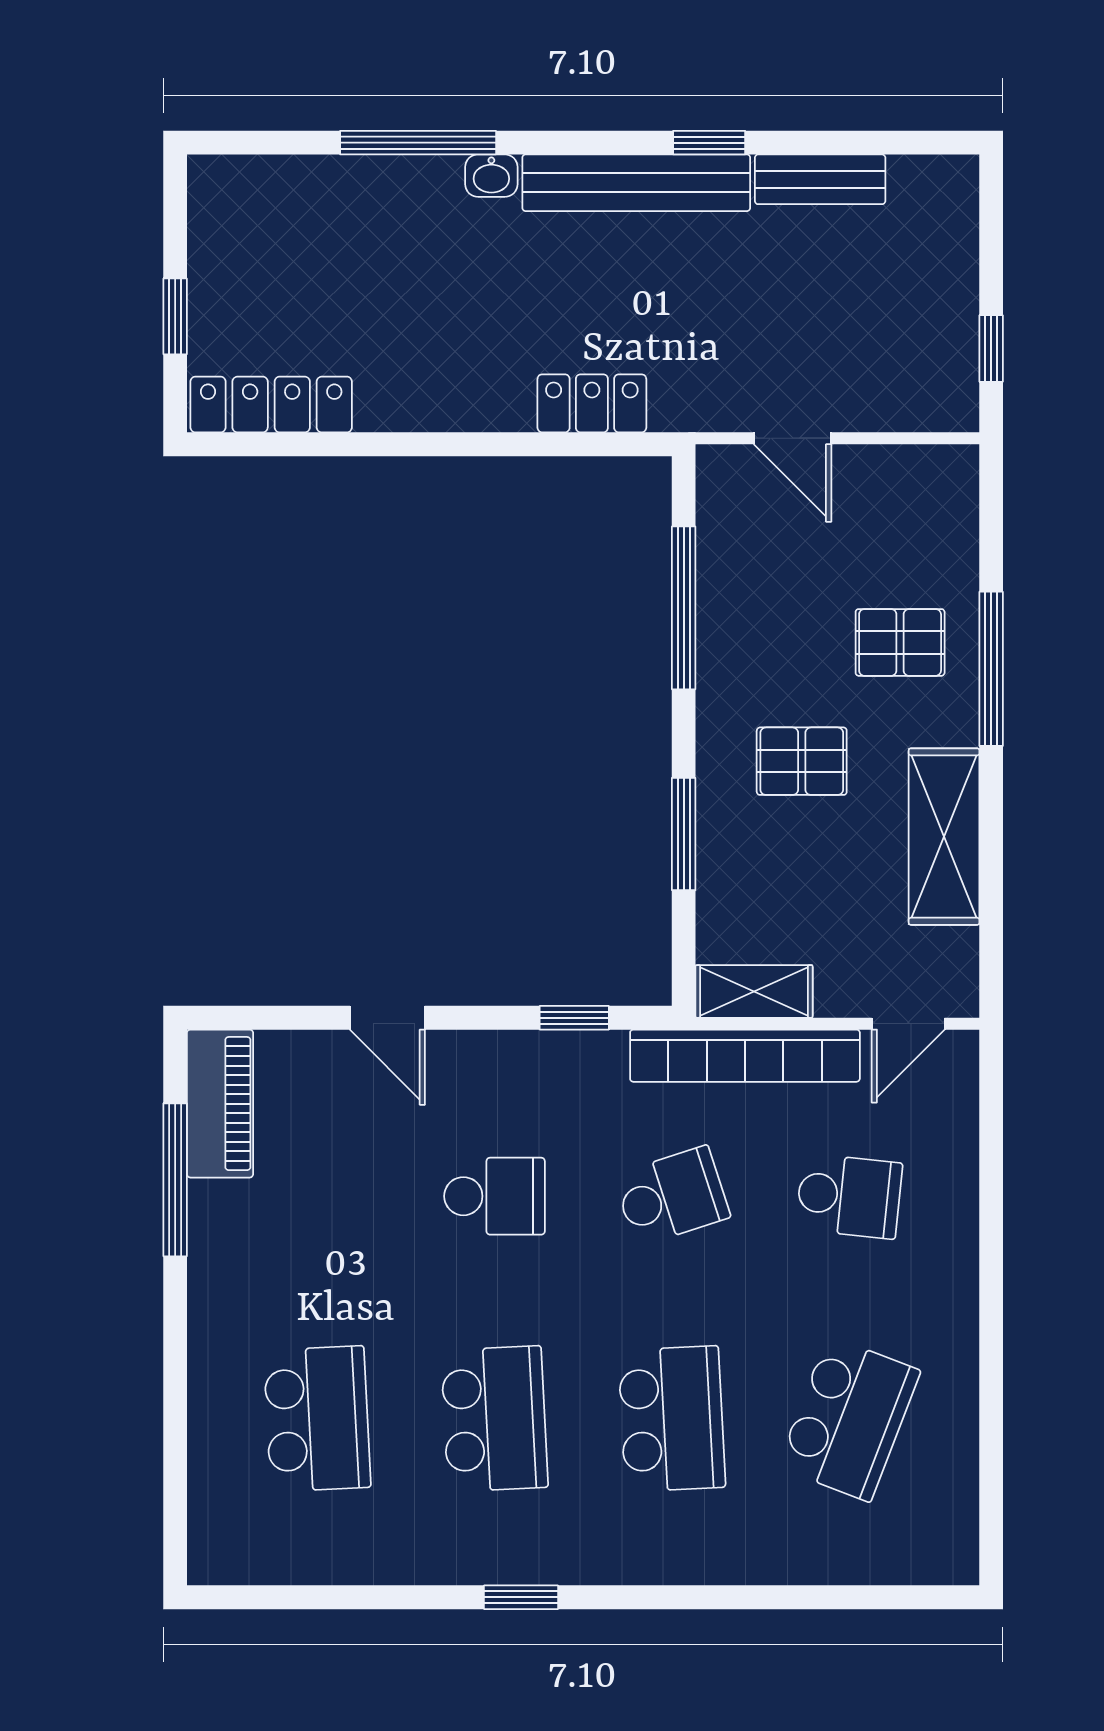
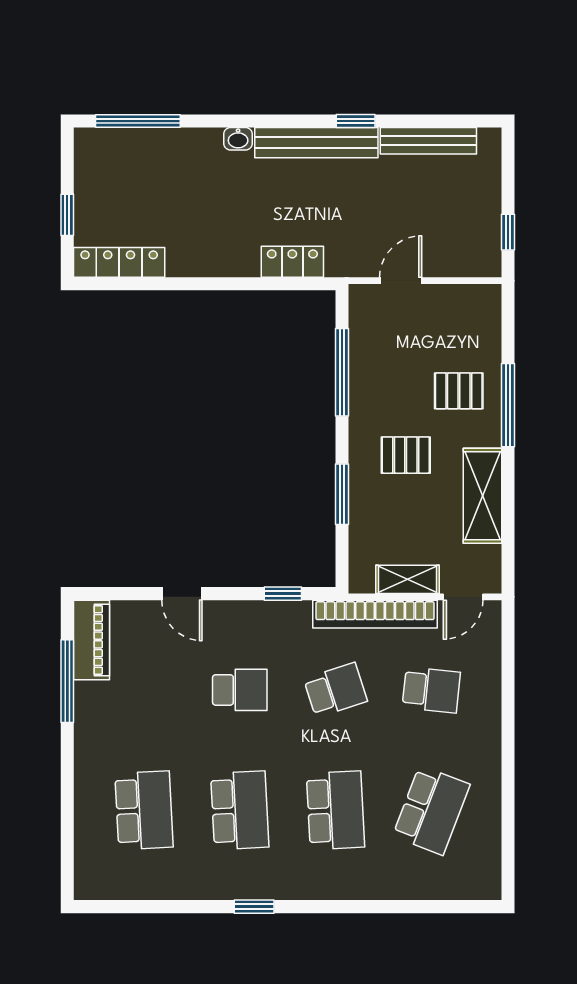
window: (418, 143) -> (138, 121), moved
bench: (820, 179) -> (428, 141), width x1.36
door: (792, 438) -> (401, 281), swing flipped
shelving: (754, 991) -> (407, 579), moved

